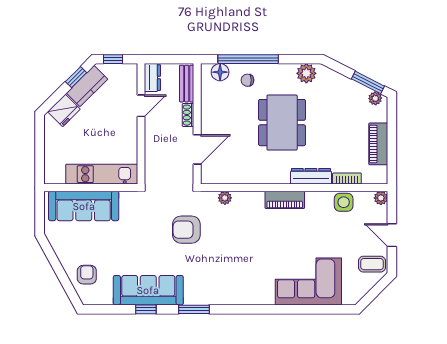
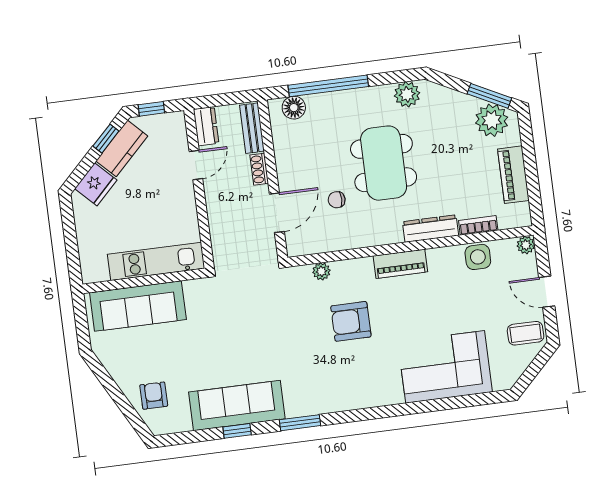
chair: (247, 80) -> (337, 200), moved
plant: (375, 98) -> (492, 120), width x1.88, depth x1.88
armchair: (186, 230) -> (351, 321), moved

